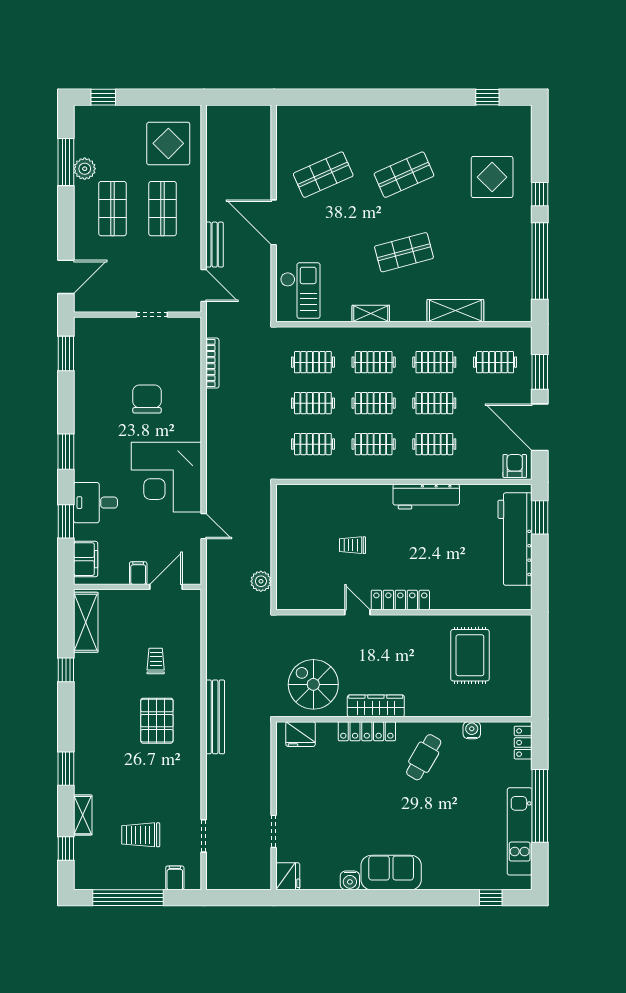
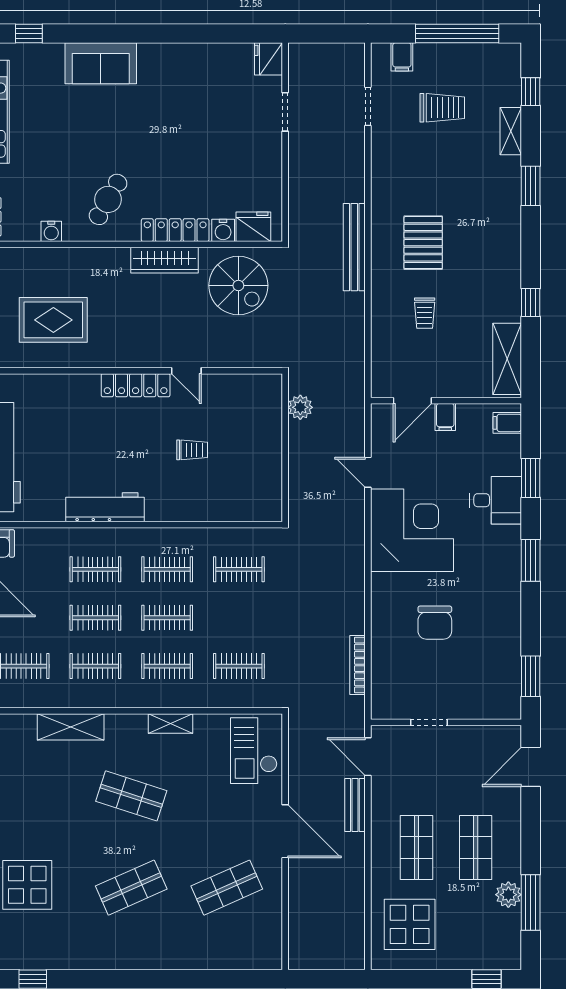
shop shelf: (404, 252) -> (131, 796), turned 33
clothes rail: (313, 403) -> (239, 618), removed
filing cabinet: (86, 559) -> (507, 423), width x0.50
rug: (470, 655) -> (53, 320), turned 90
sofa: (391, 873) -> (101, 63), moved
water cooler: (350, 880) -> (223, 230), moved, turned 180

